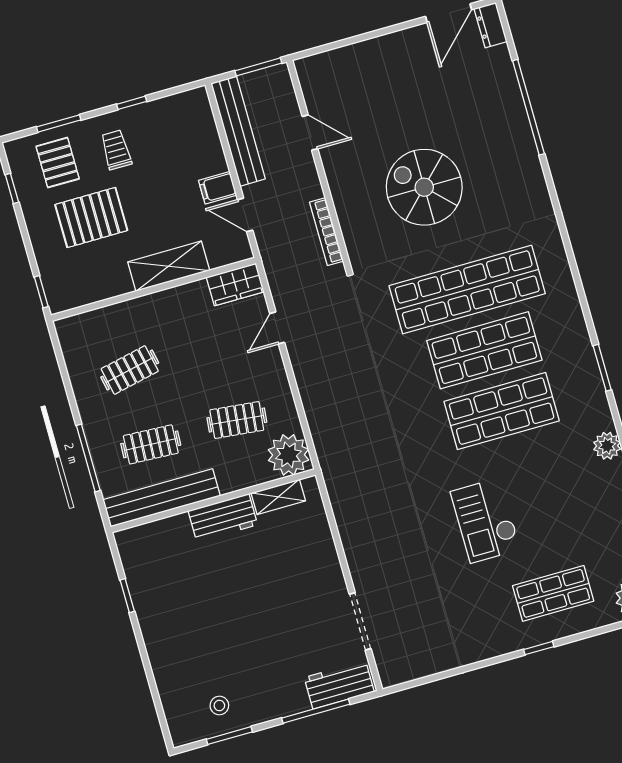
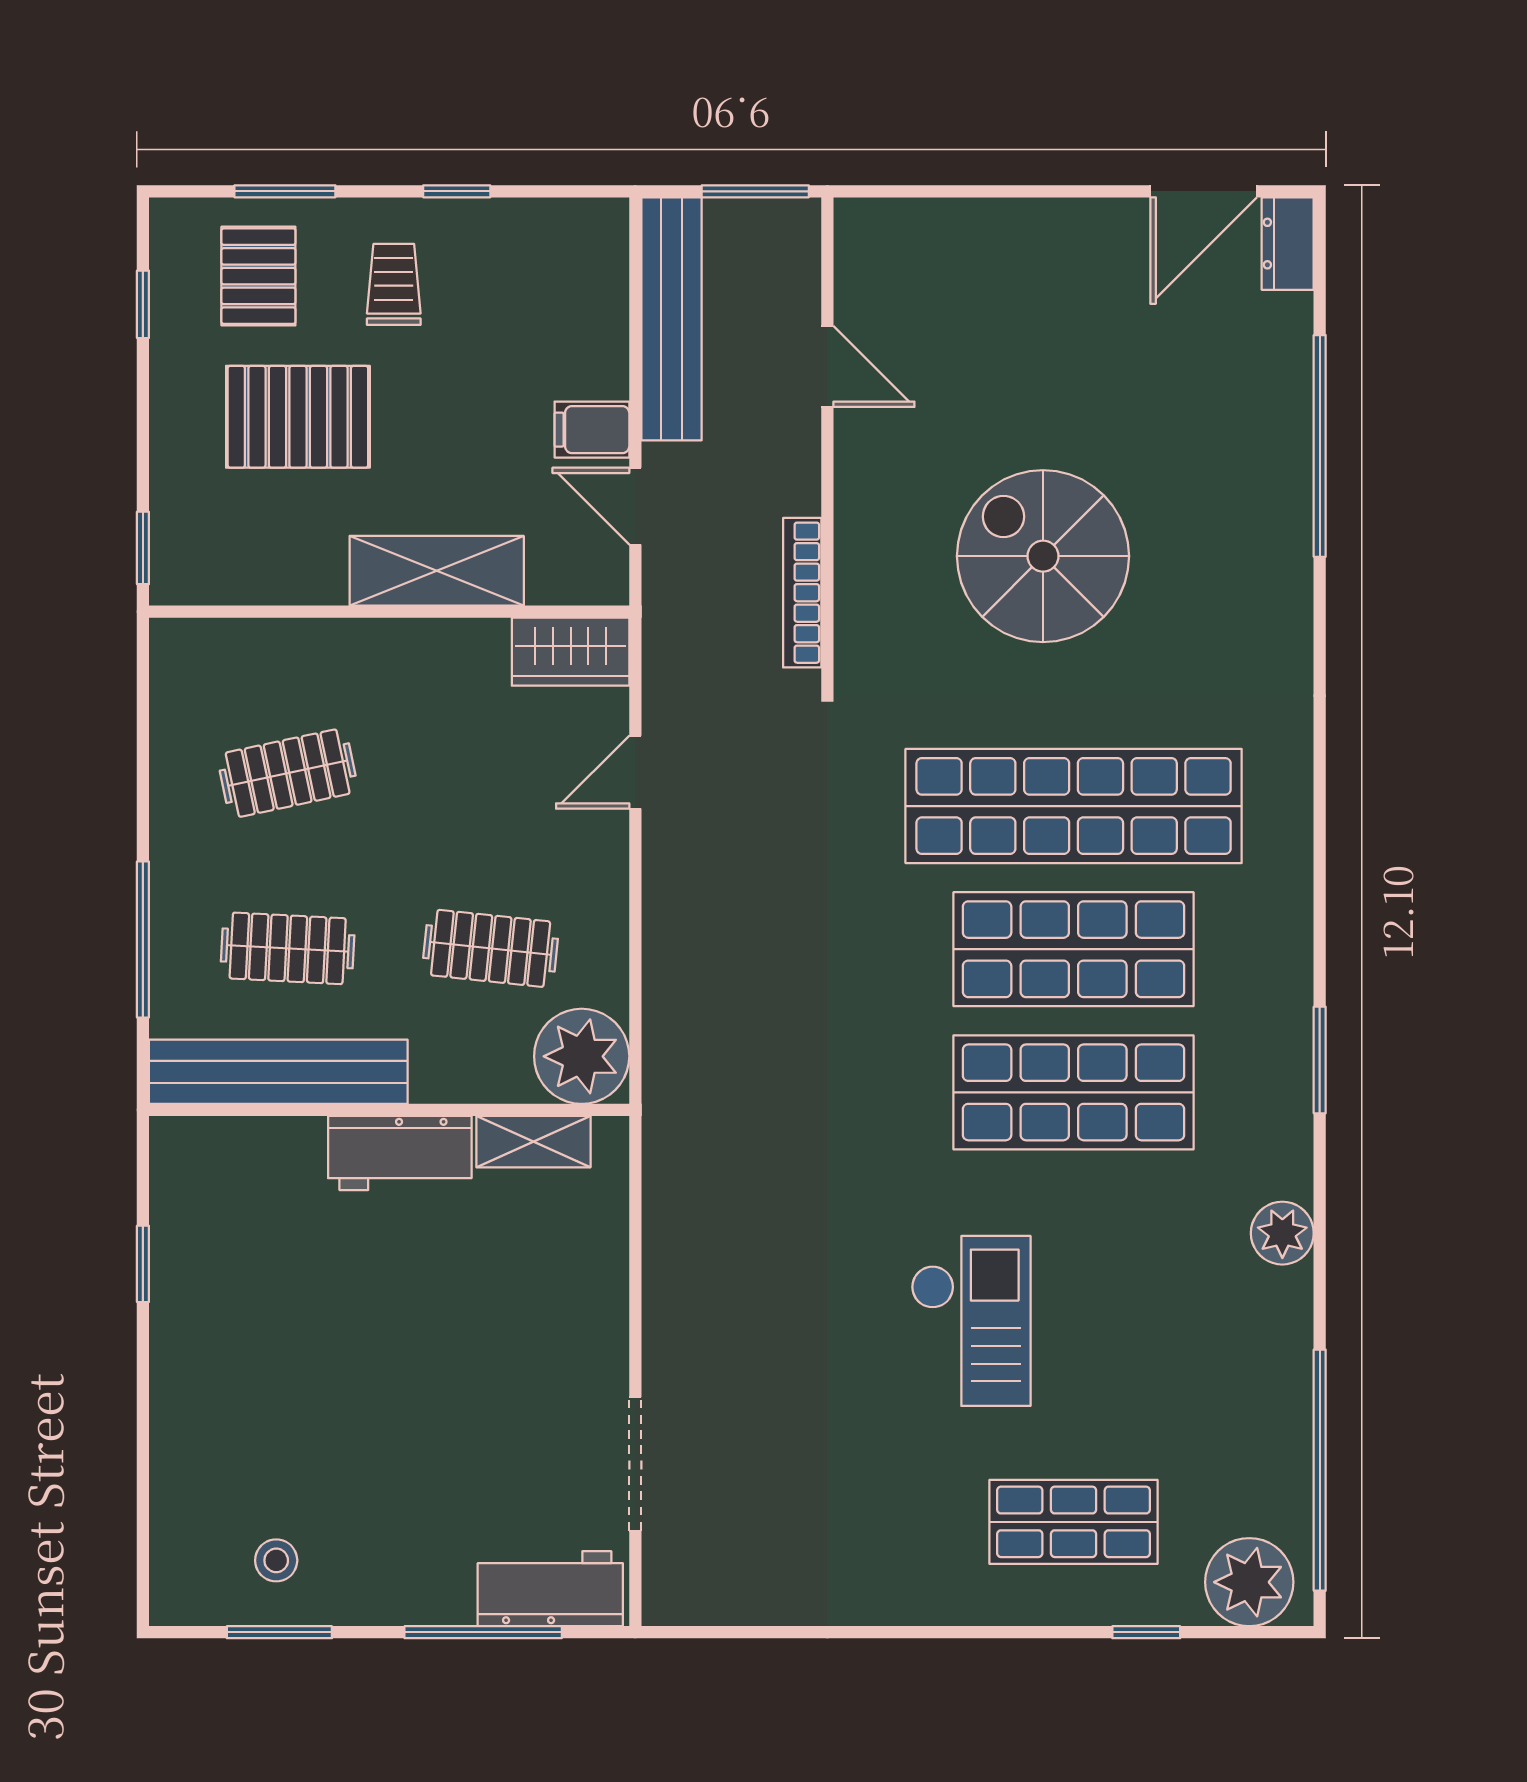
checkout: (485, 520) -> (971, 1321), turned 180
window: (539, 648) -> (1146, 1632), moved

